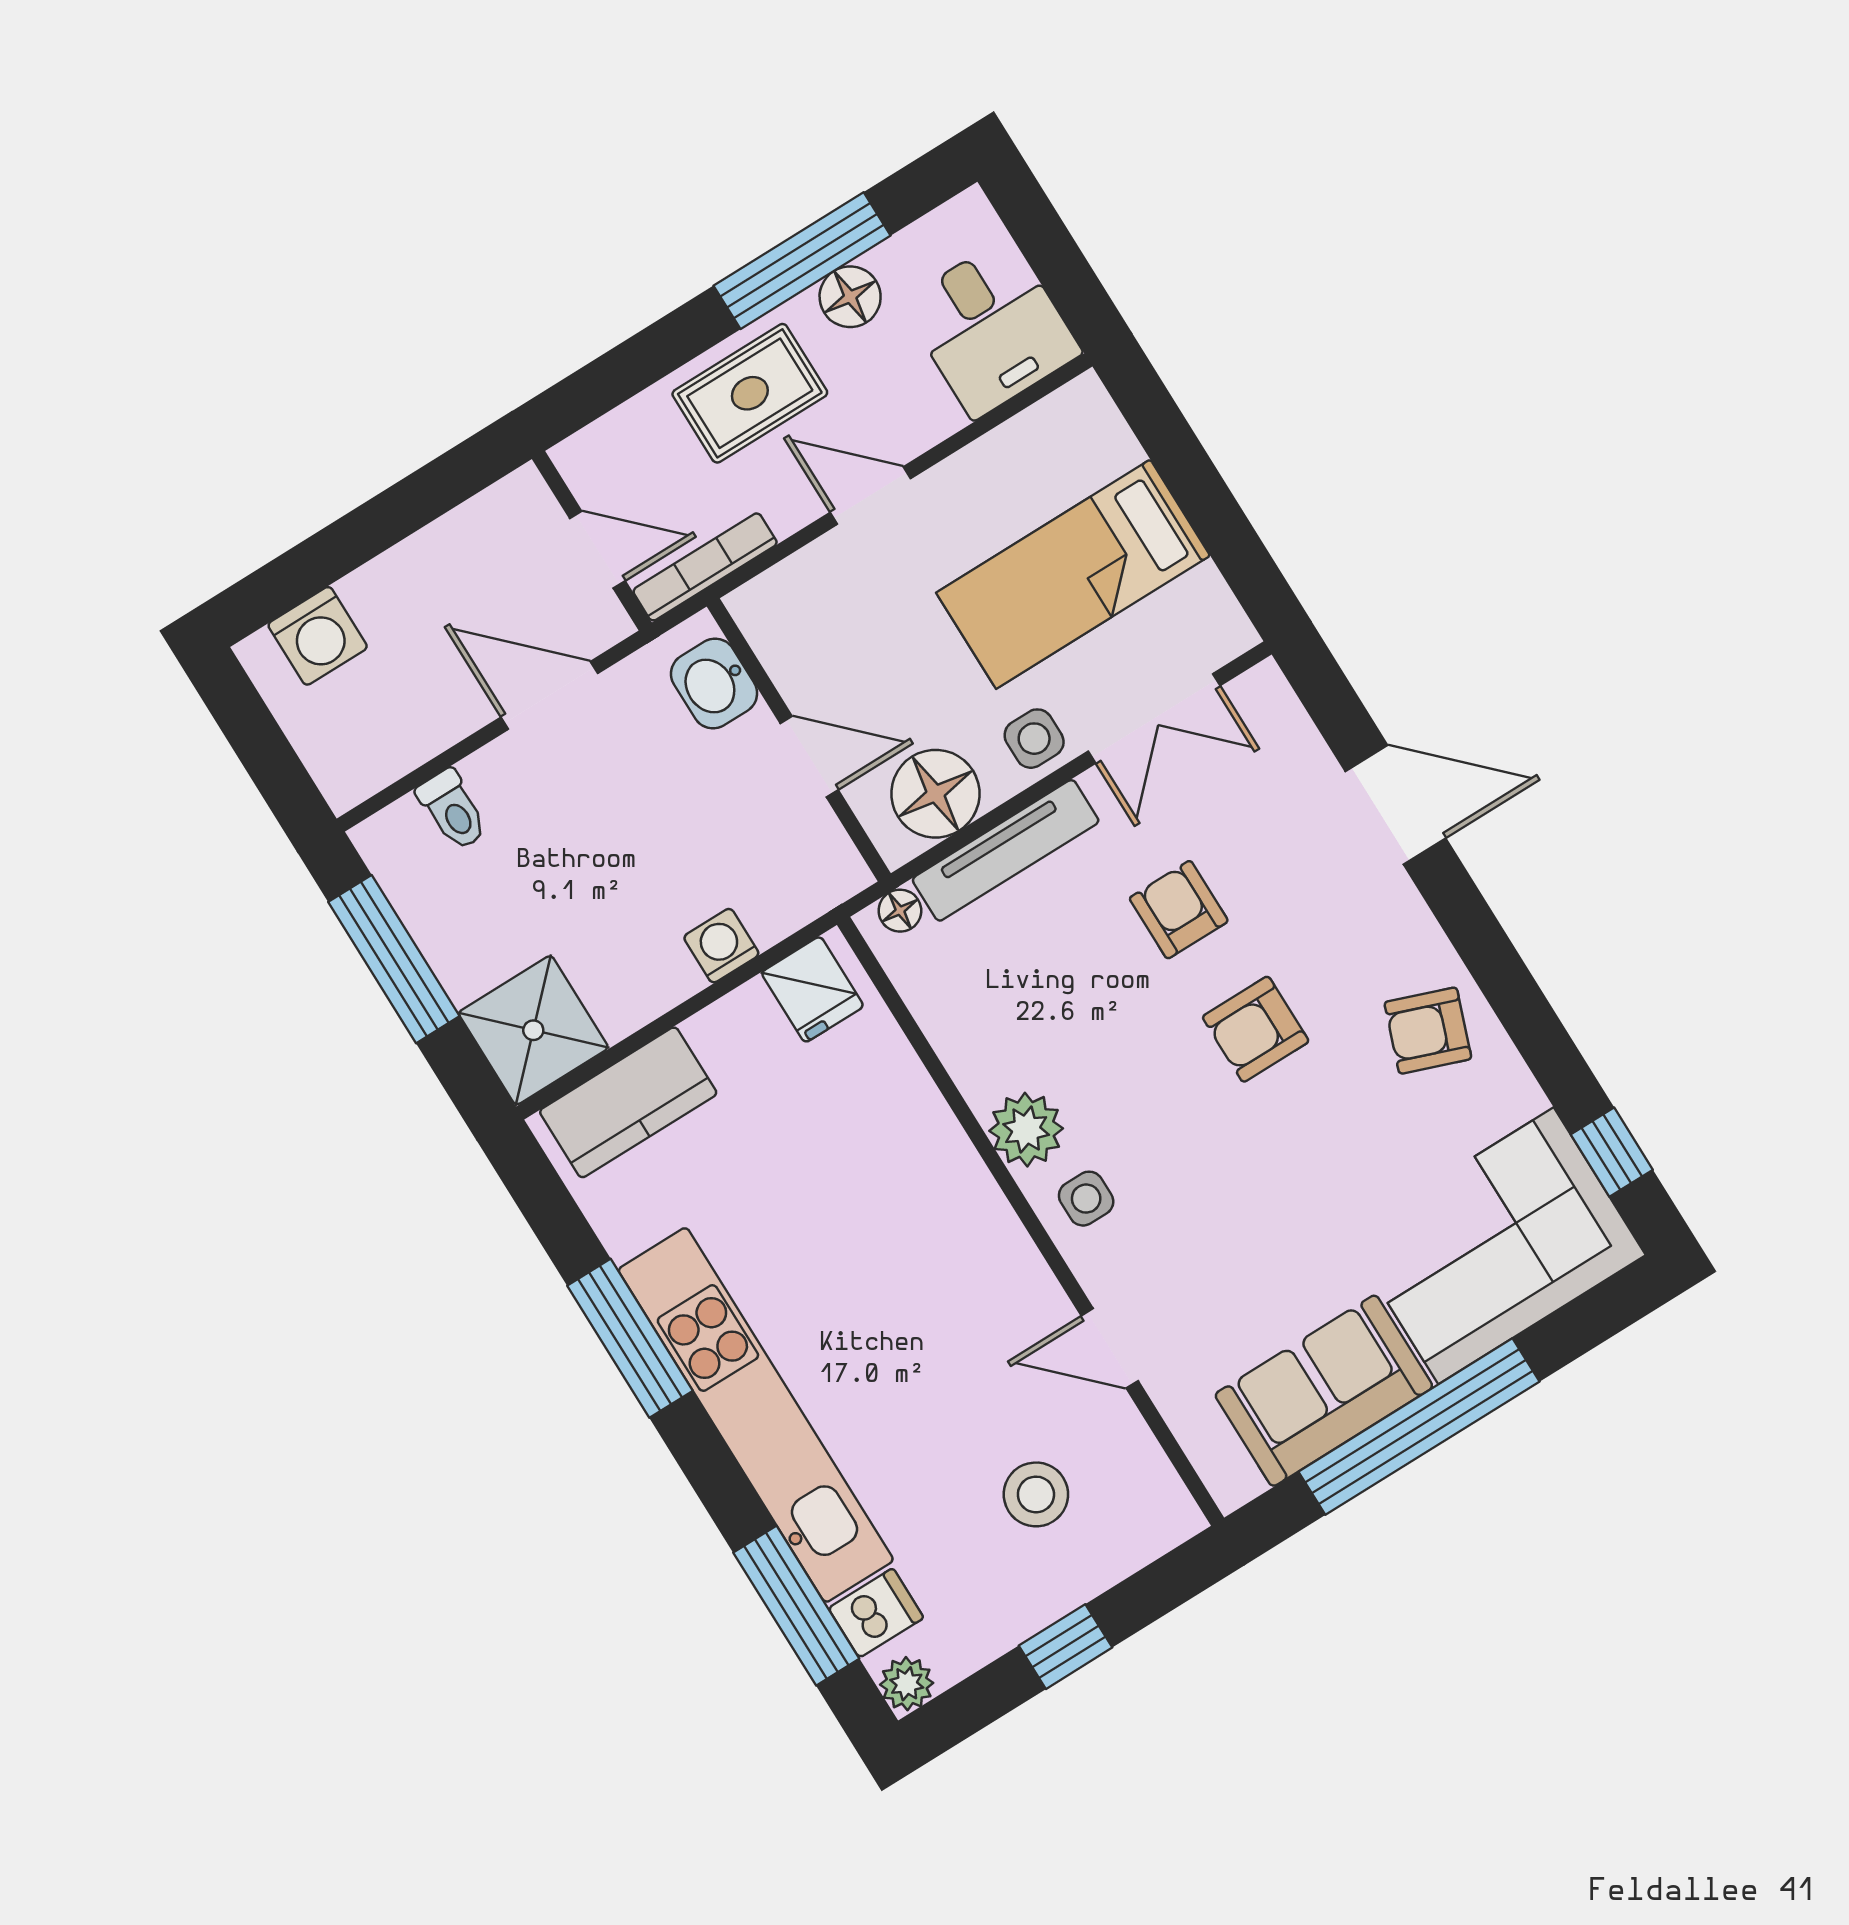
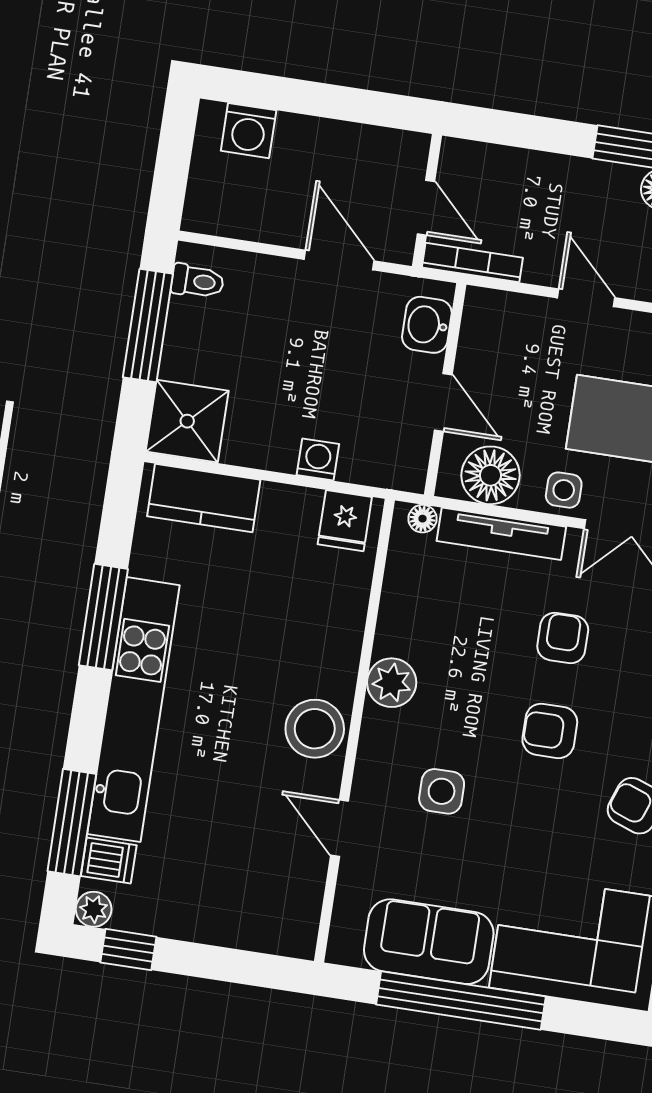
rug: (750, 393) -> (570, 195), removed
toilet: (453, 810) -> (197, 281), moved, turned -90
side table: (1086, 1199) -> (442, 791), moved, width x1.37, depth x1.37
stool: (1036, 1494) -> (315, 729), moved, width x1.38, depth x1.38
window: (1066, 1647) -> (128, 950), moved

